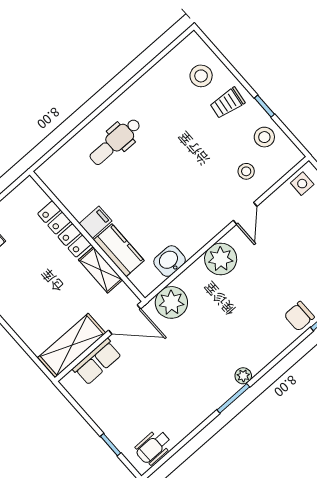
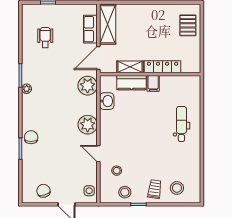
wheelchair: (153, 447) -> (45, 37), moved

